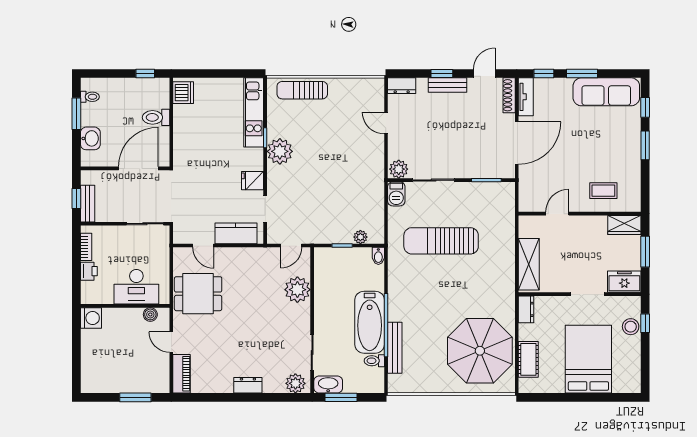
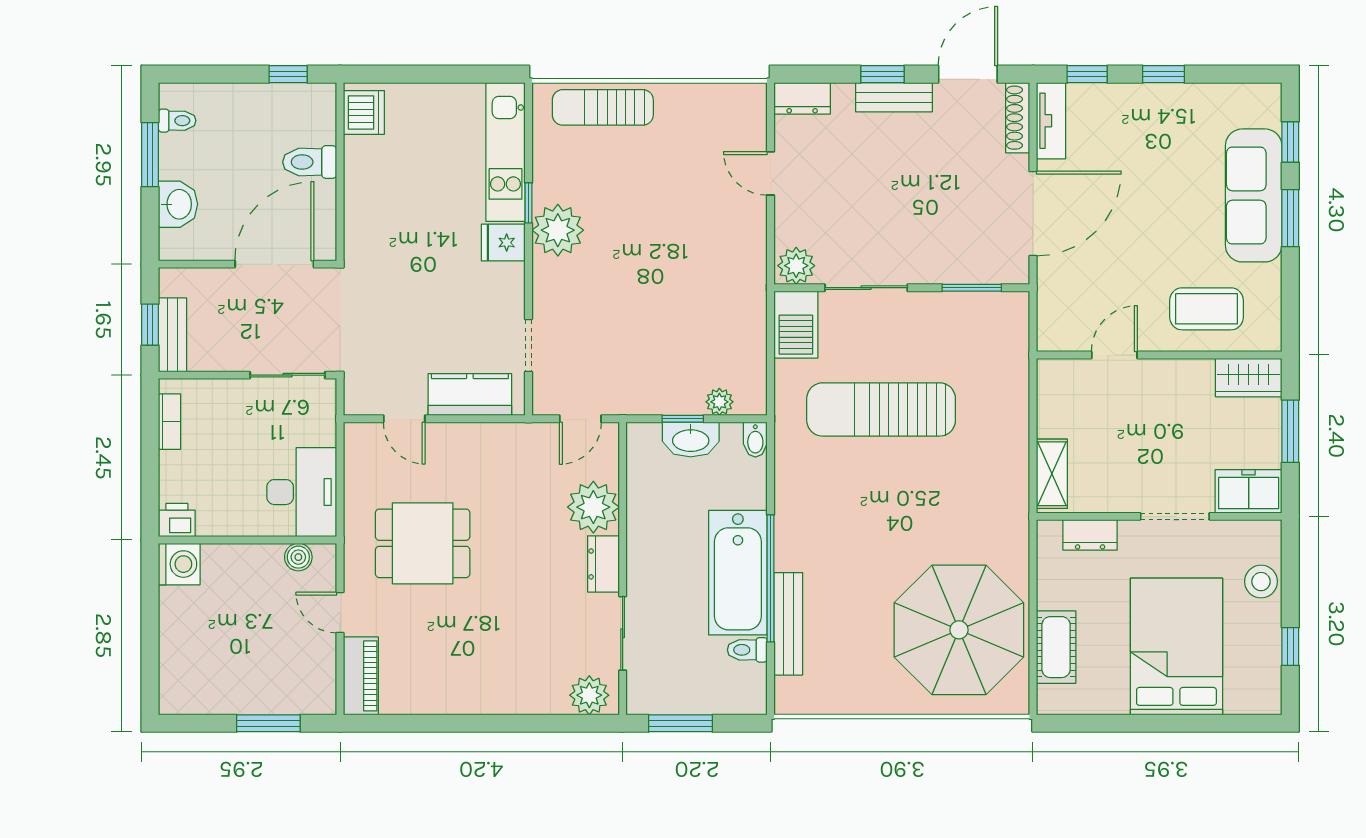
door: (484, 74) -> (968, 74), width x1.38
window: (582, 74) -> (1163, 74), width x0.67
sofa: (606, 92) -> (1254, 195), moved, turned 90
fridge: (253, 181) -> (503, 243), moved
coffee table: (603, 191) -> (1207, 309), width x1.36, depth x1.30
barbecue: (396, 194) -> (796, 325), width x1.38, depth x1.27
shelving: (529, 264) -> (1052, 474), width x0.67, depth x0.75
printer: (89, 271) -> (177, 520), moved, turned -90
desk: (136, 287) -> (302, 492), moved, turned -90
dining table: (198, 294) -> (423, 543), moved
dresser: (526, 309) -> (1090, 535), moved, turned 90
window: (645, 323) -> (1290, 647), moved
washbasin: (328, 384) -> (691, 440), moved, turned 180
dresser: (248, 385) -> (603, 564), moved, turned -90

